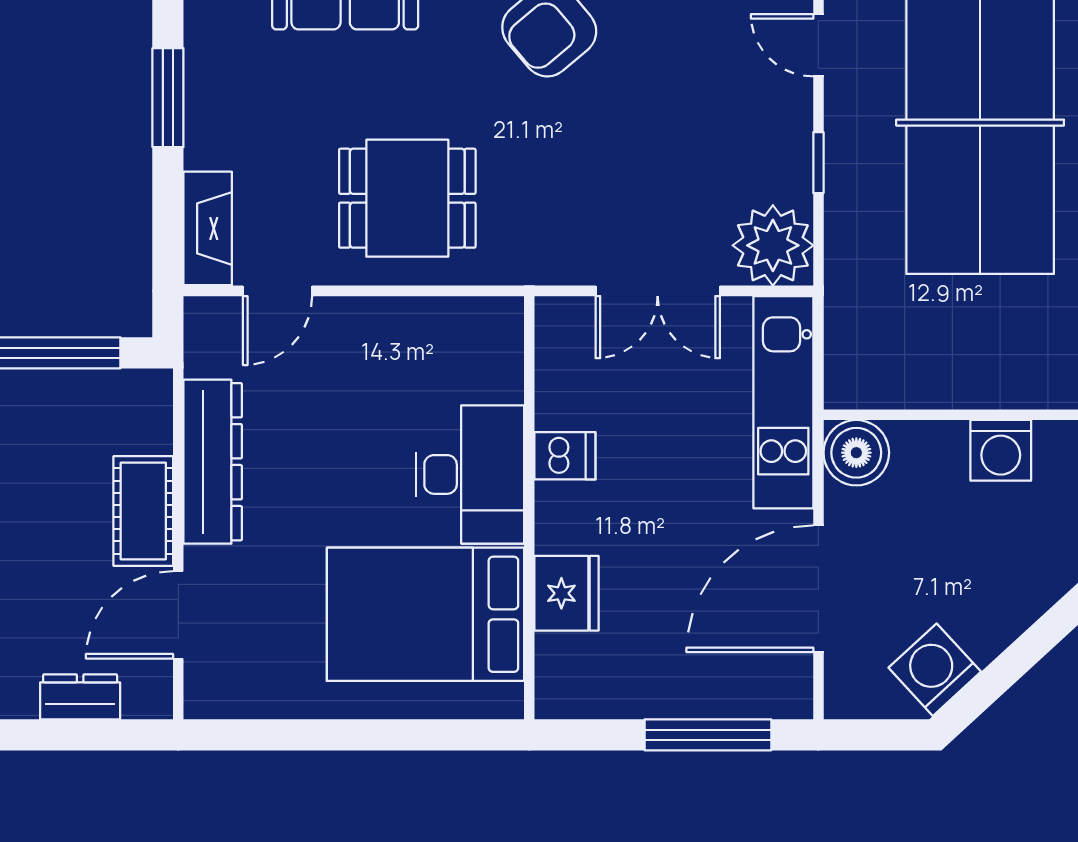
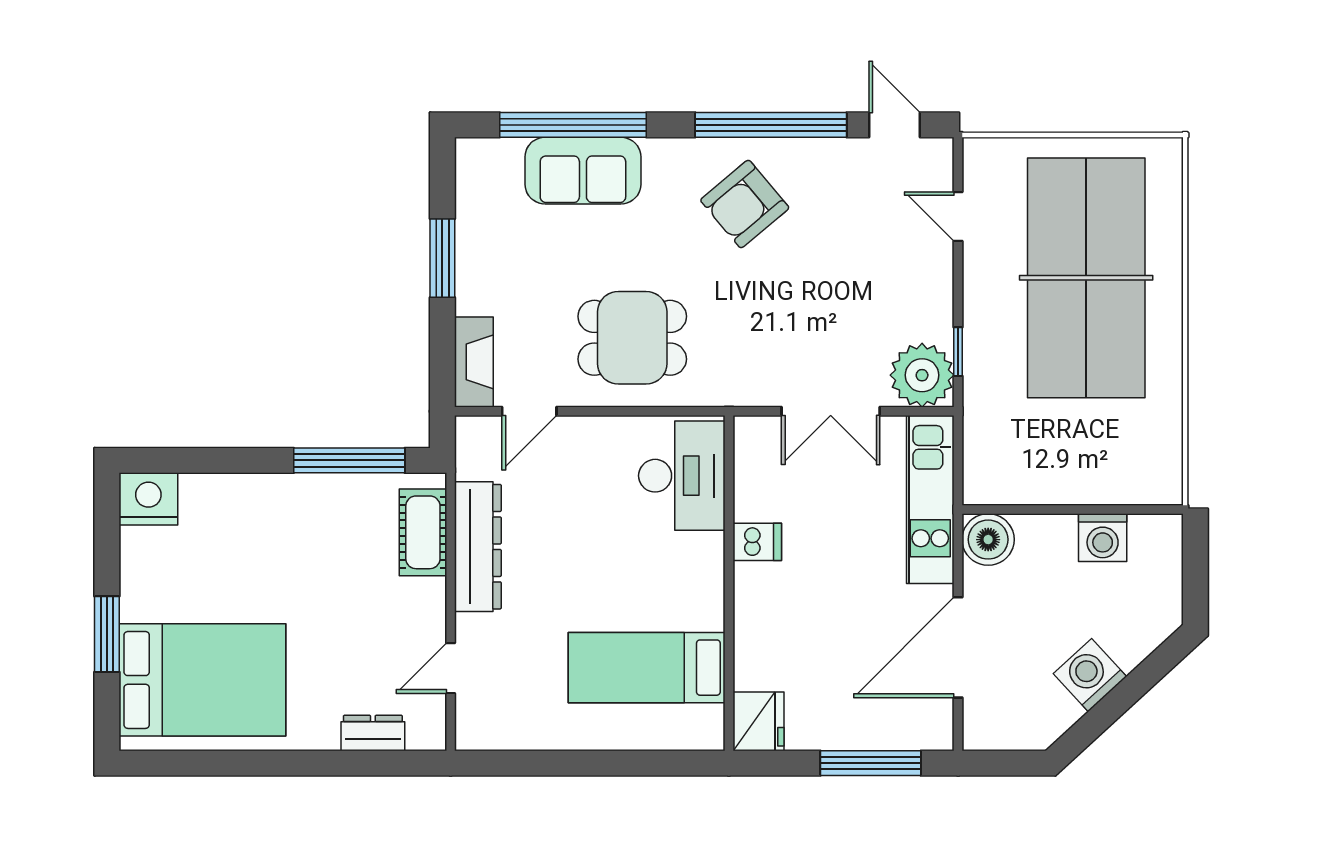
window: (818, 163) -> (958, 352), moved
desk: (470, 474) -> (682, 476), moved
cot: (143, 511) -> (423, 532), moved
fridge: (567, 593) -> (758, 721), moved
bed: (425, 614) -> (647, 668), width x0.67
door: (178, 615) -> (451, 668), width x0.73
washing machine: (935, 670) -> (1090, 675), moved

